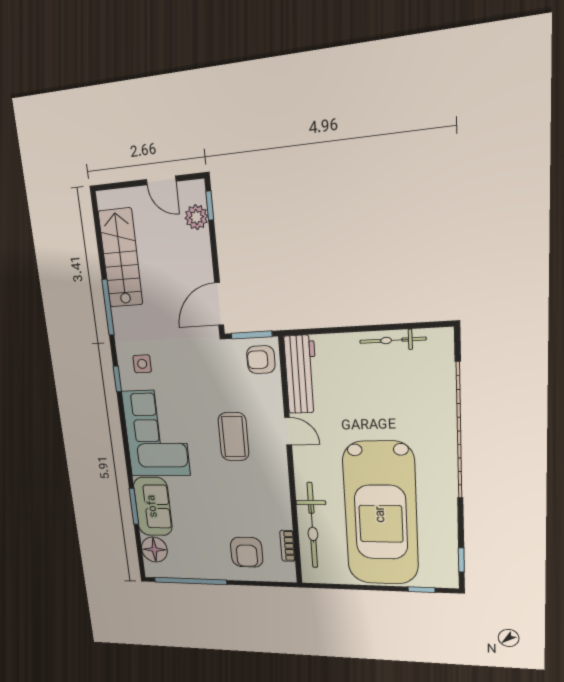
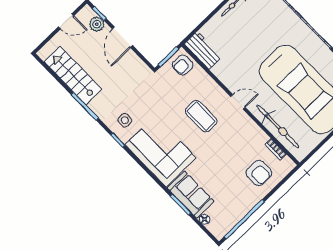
door: (219, 304) -> (122, 37), moved
workbench: (301, 374) -> (203, 50), width x0.73
door: (288, 431) -> (238, 102), moved
floor lamp: (154, 549) -> (205, 219), width x0.53, depth x0.53

